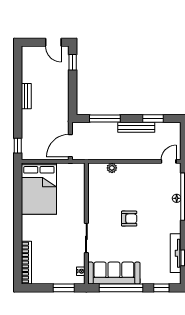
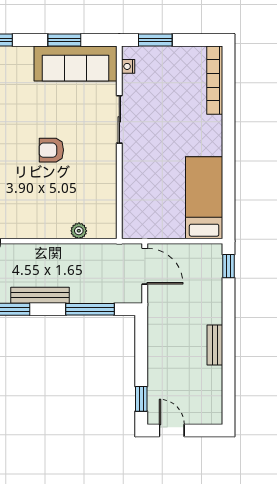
door: (70, 146) -> (145, 266), hinge flipped
bed: (39, 189) -> (204, 198), width x0.67
window: (121, 288) -> (64, 40), width x0.47

